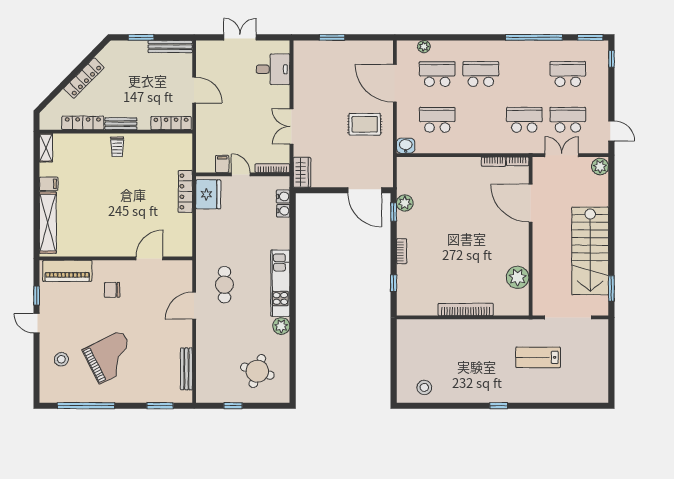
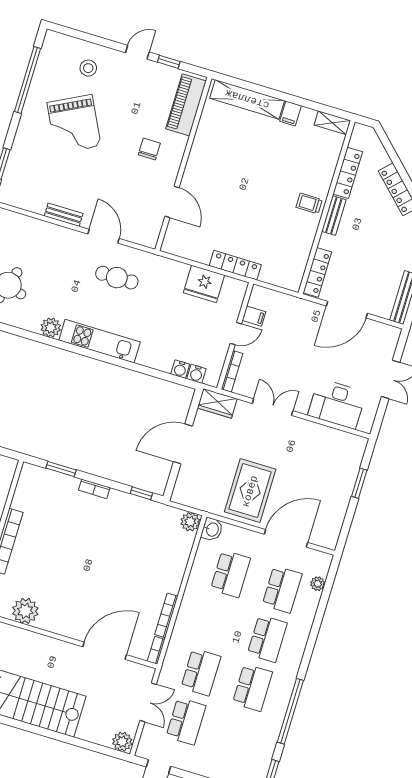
desk: (273, 69) -> (337, 404), width x1.37
school desk: (568, 74) -> (252, 688), moved
door: (194, 90) -> (347, 310), width x1.36
rug: (365, 124) -> (250, 491), width x1.36, depth x1.43
bookcase: (493, 162) -> (166, 615), width x1.56
door: (365, 190) -> (183, 444), moved
fridge: (208, 194) -> (204, 284), moved
plant: (405, 203) -> (190, 522), moved
window: (394, 283) -> (61, 469), width x1.50
bench: (186, 369) -> (64, 215), moved, width x0.73

